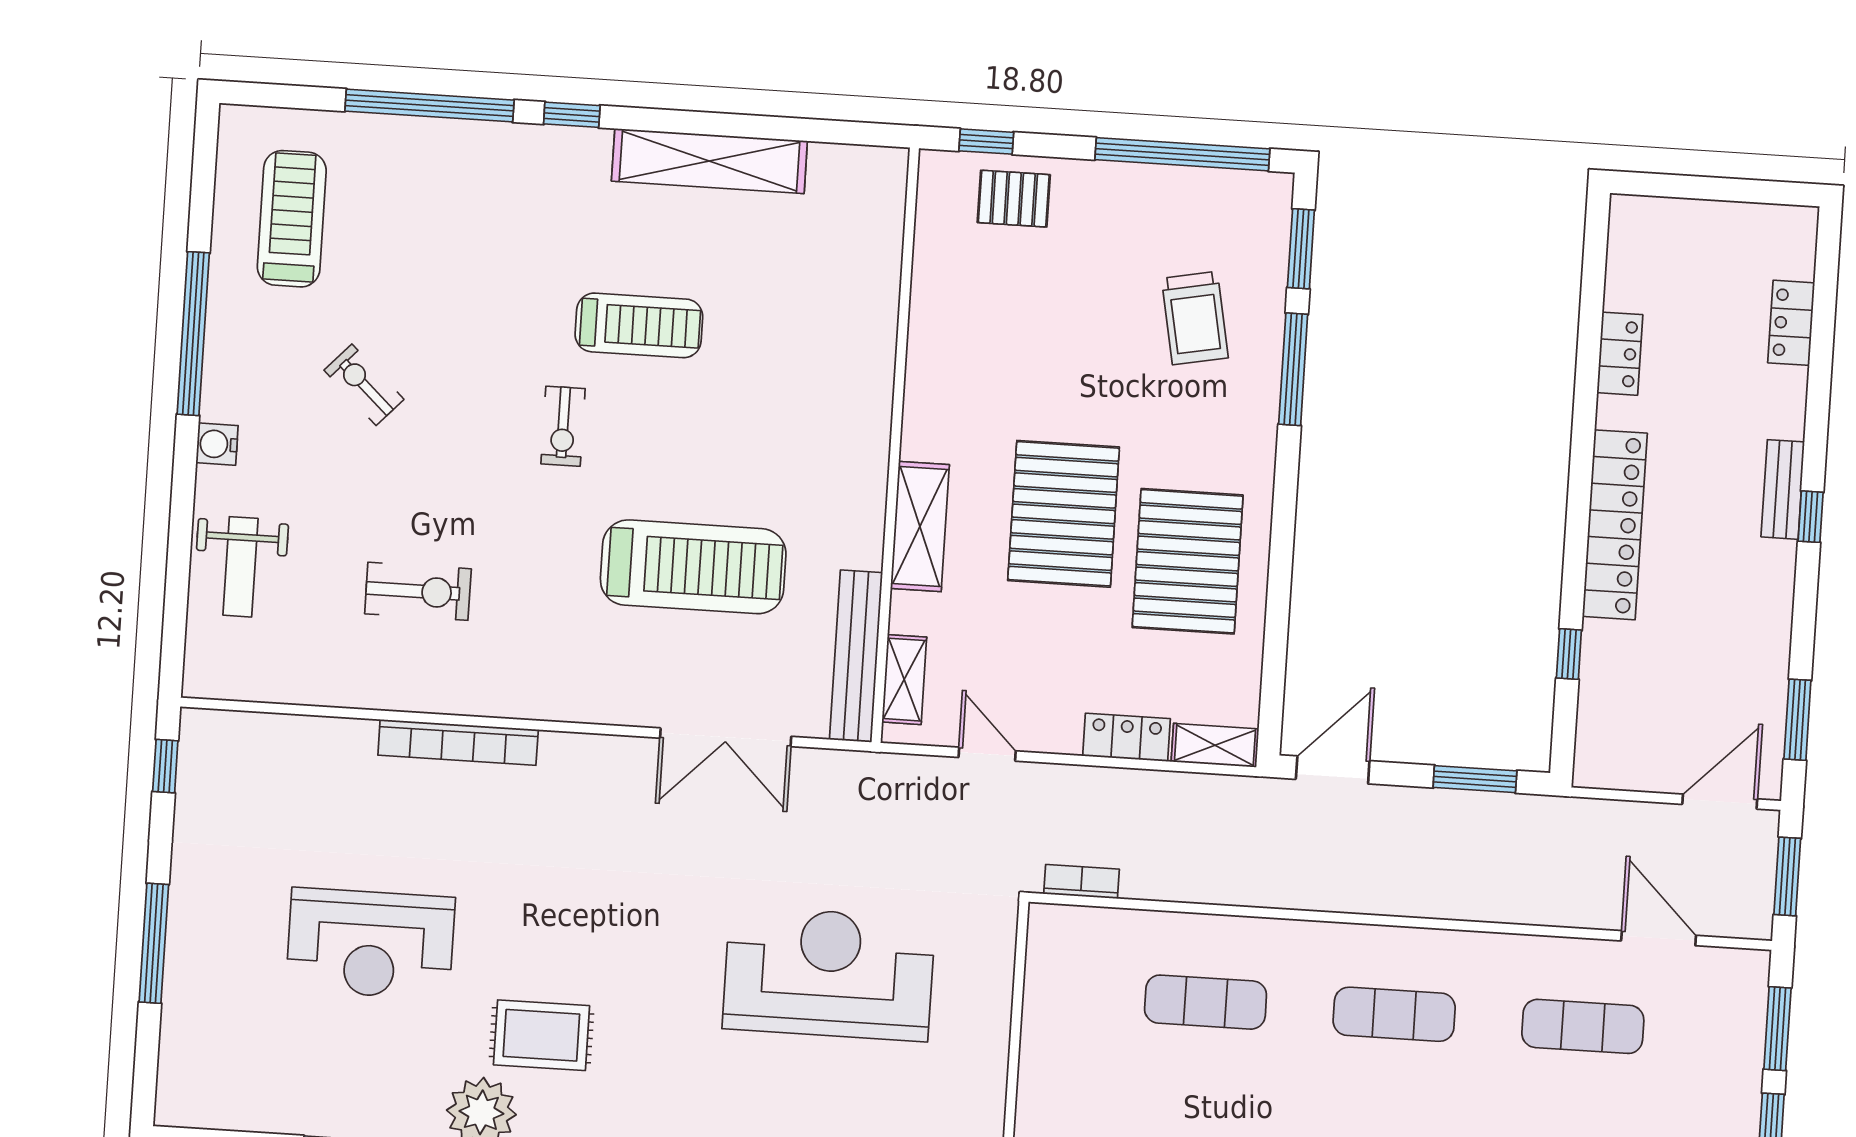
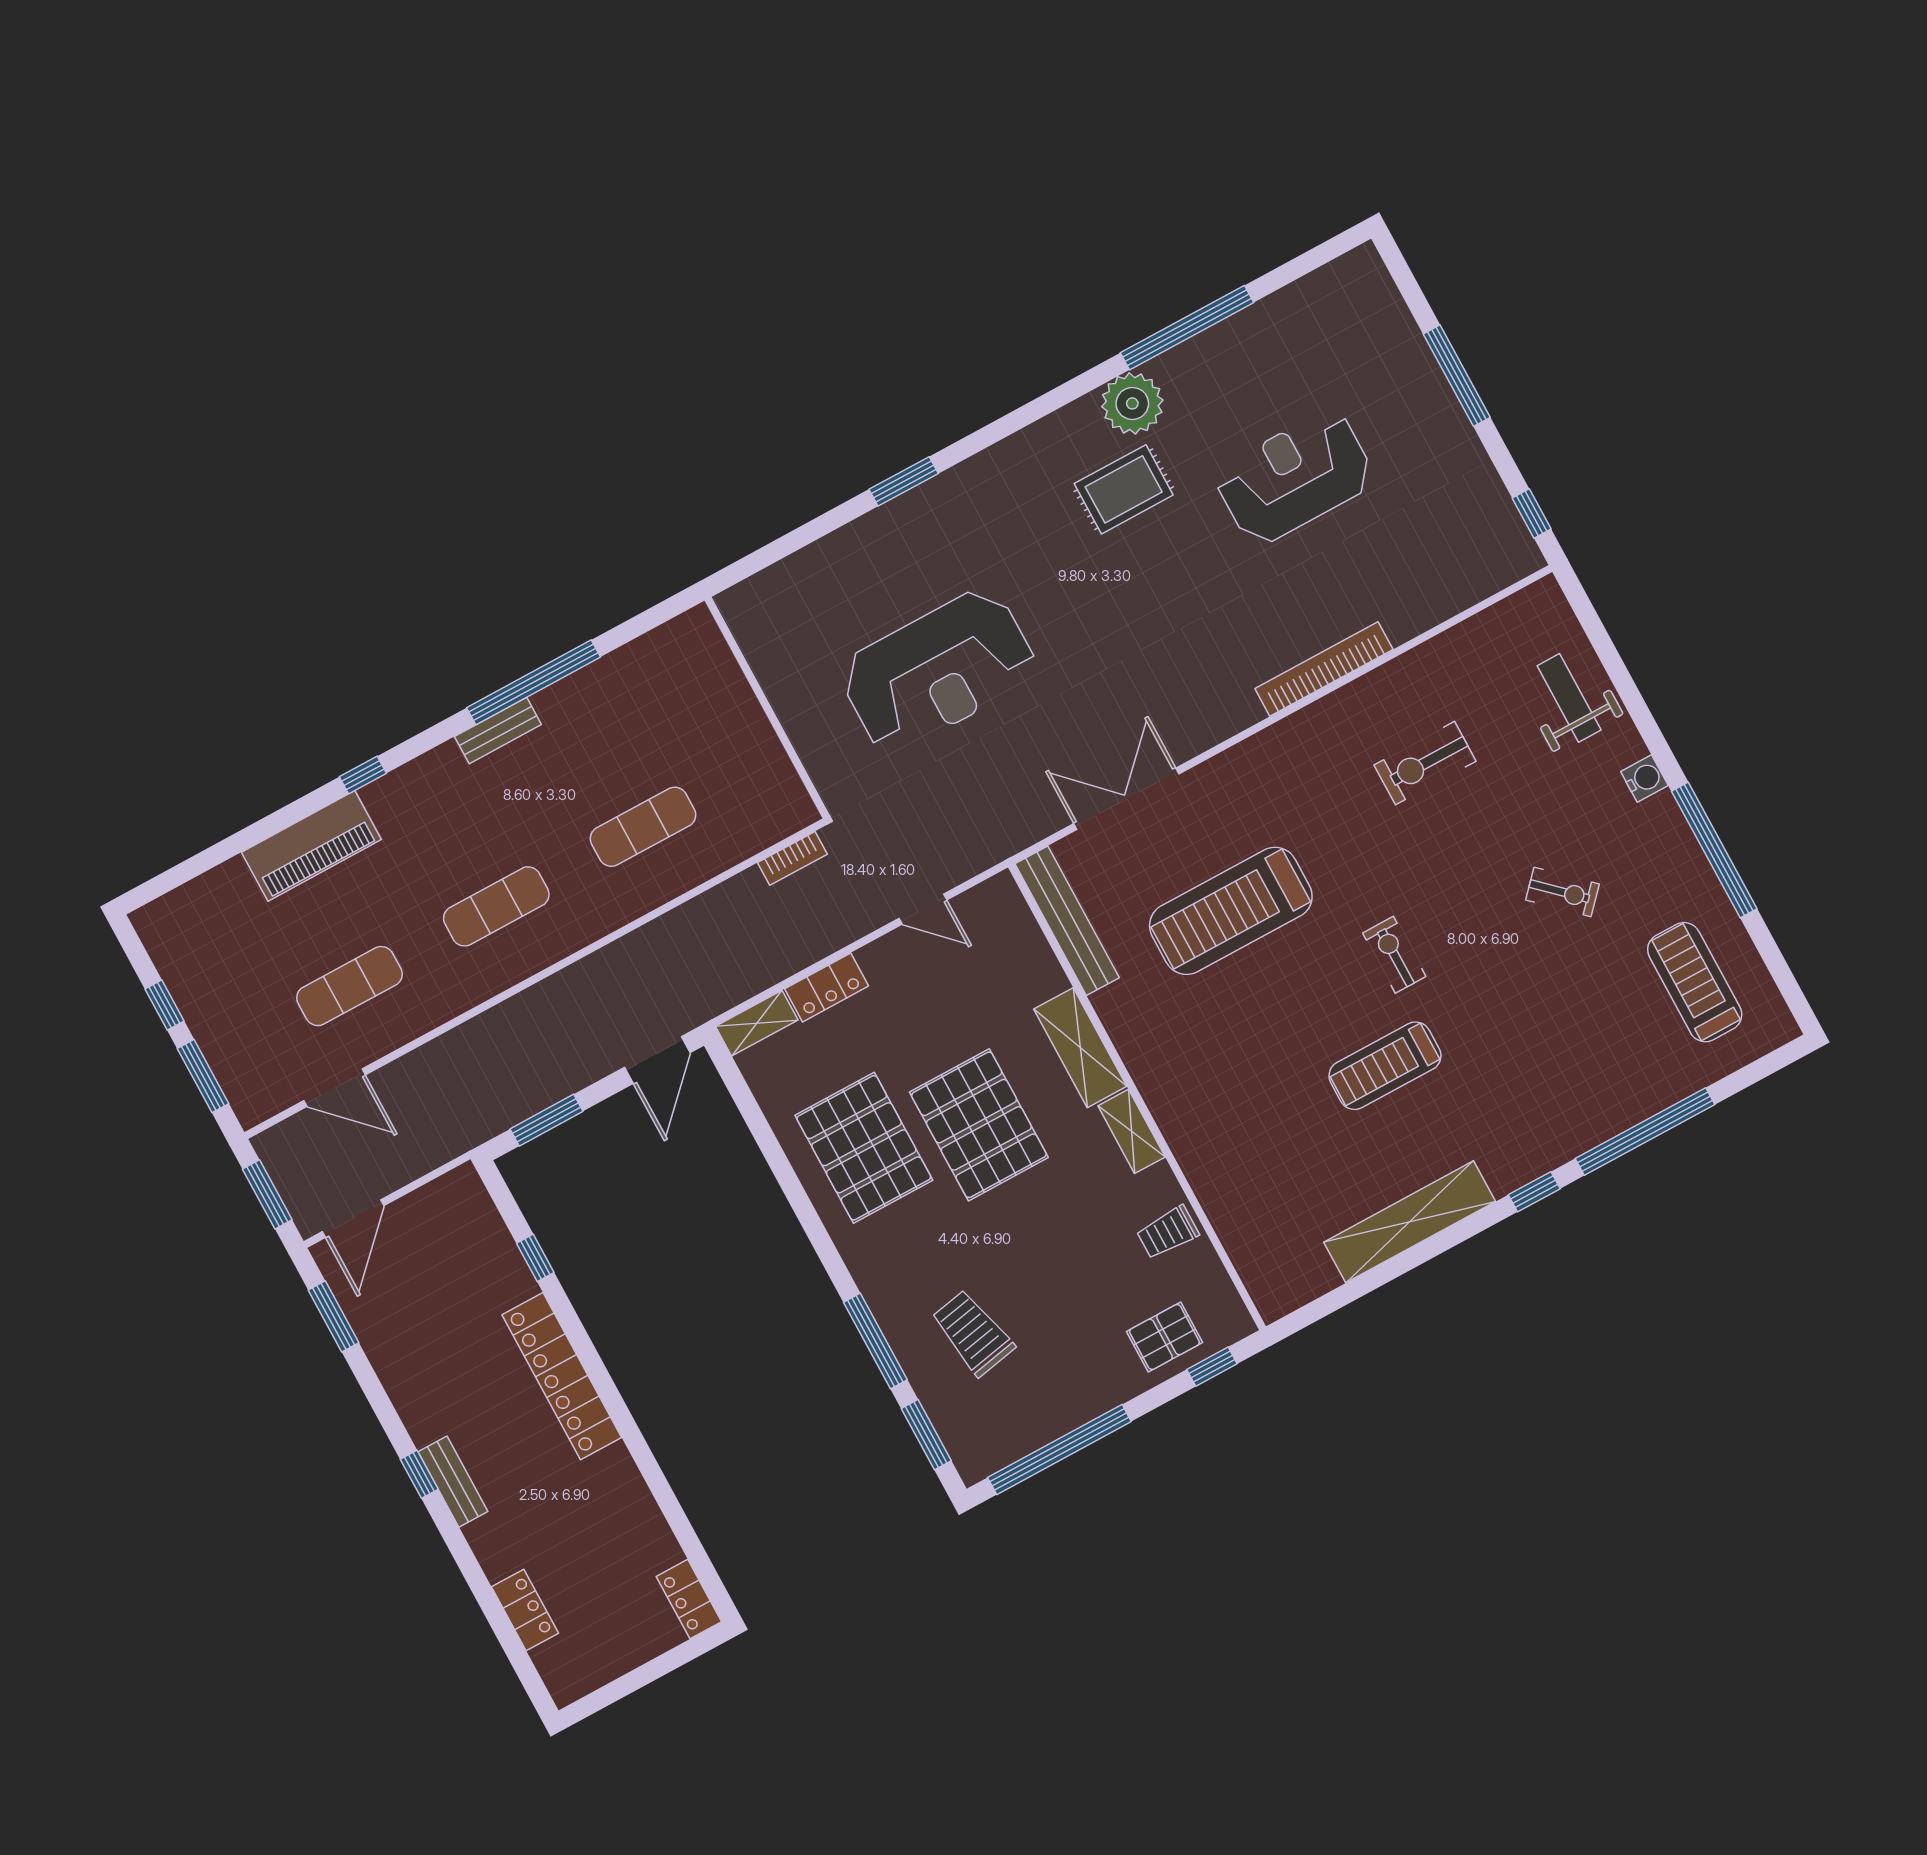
treadmill: (292, 219) -> (1695, 982), turned 180
trolley: (948, 297) -> (1168, 1232), added
locker: (1620, 354) -> (689, 1599), moved
shelving: (904, 680) -> (1132, 1131), moved

